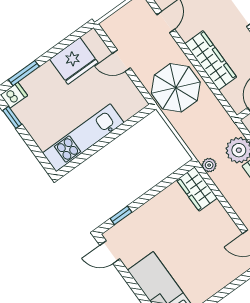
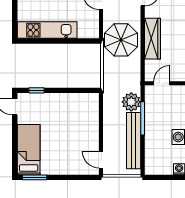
plant: (209, 165) -> (108, 98), removed
wardrobe: (197, 189) -> (91, 107), removed

